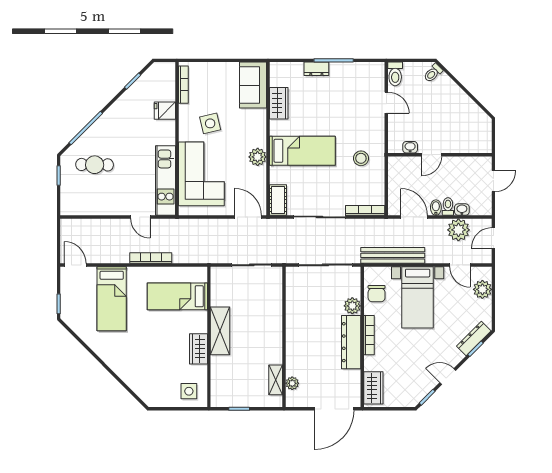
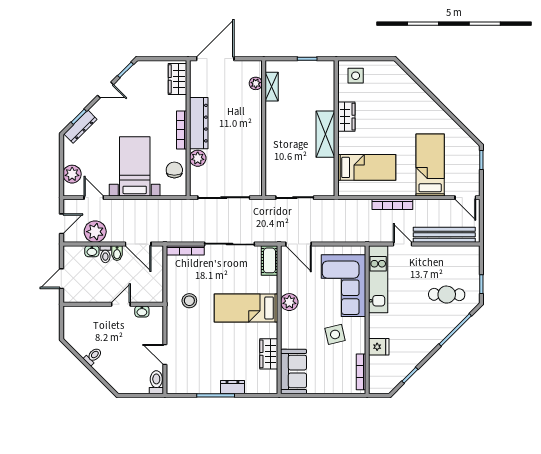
toilet: (433, 73) -> (93, 356), moved
bench: (393, 255) -> (444, 235), moved

